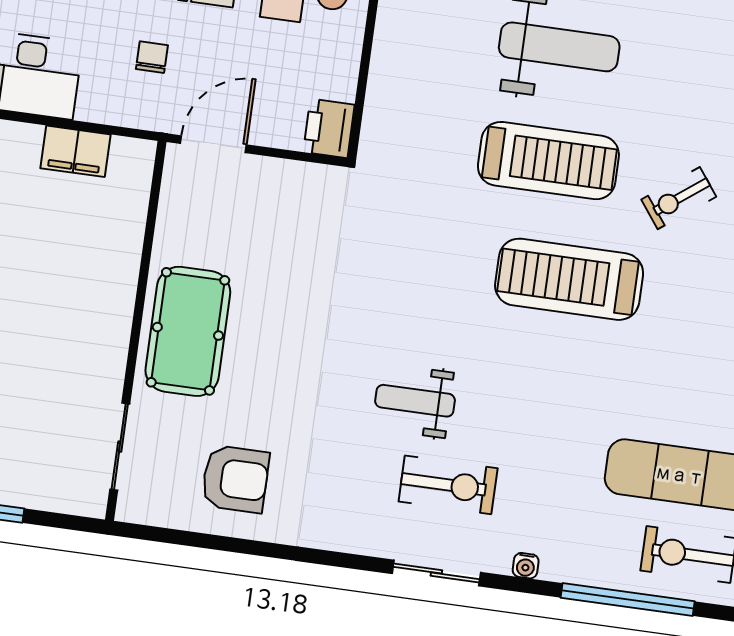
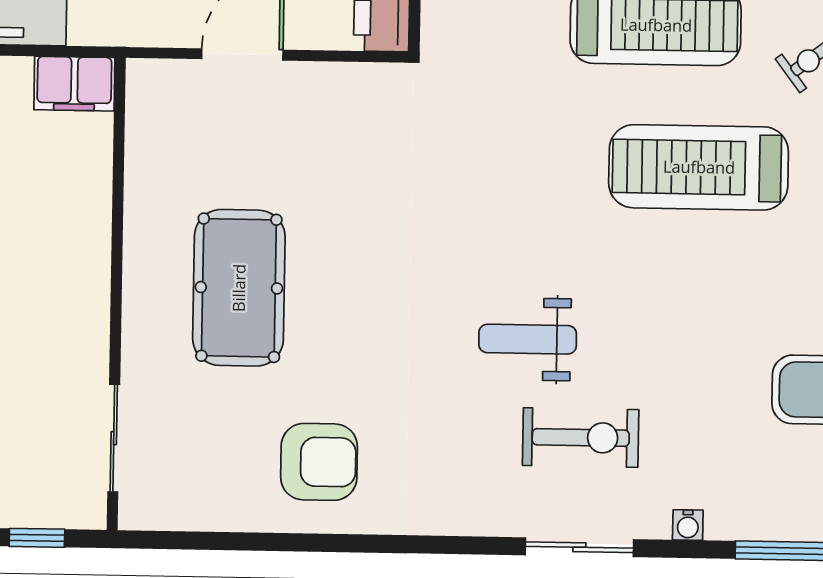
wall: (136, 331) -> (116, 294), moved
sliding door: (120, 447) -> (114, 438), moved

